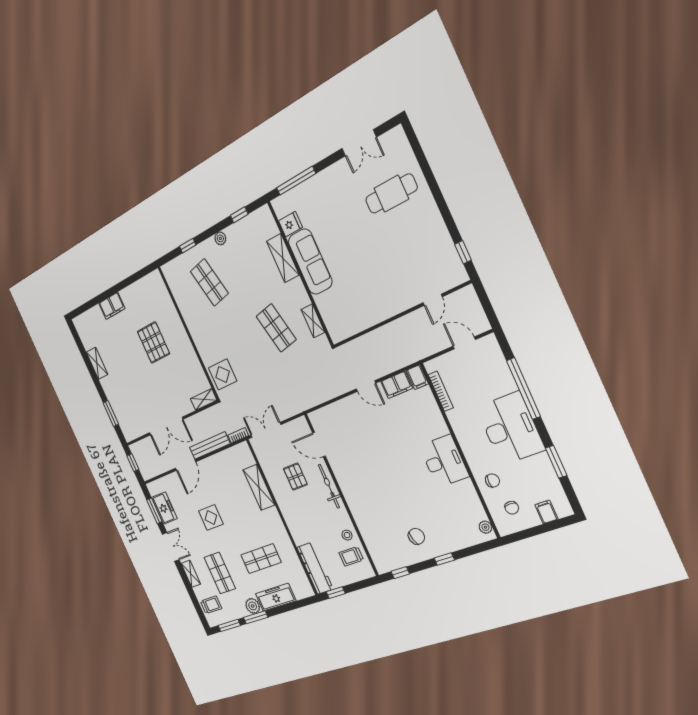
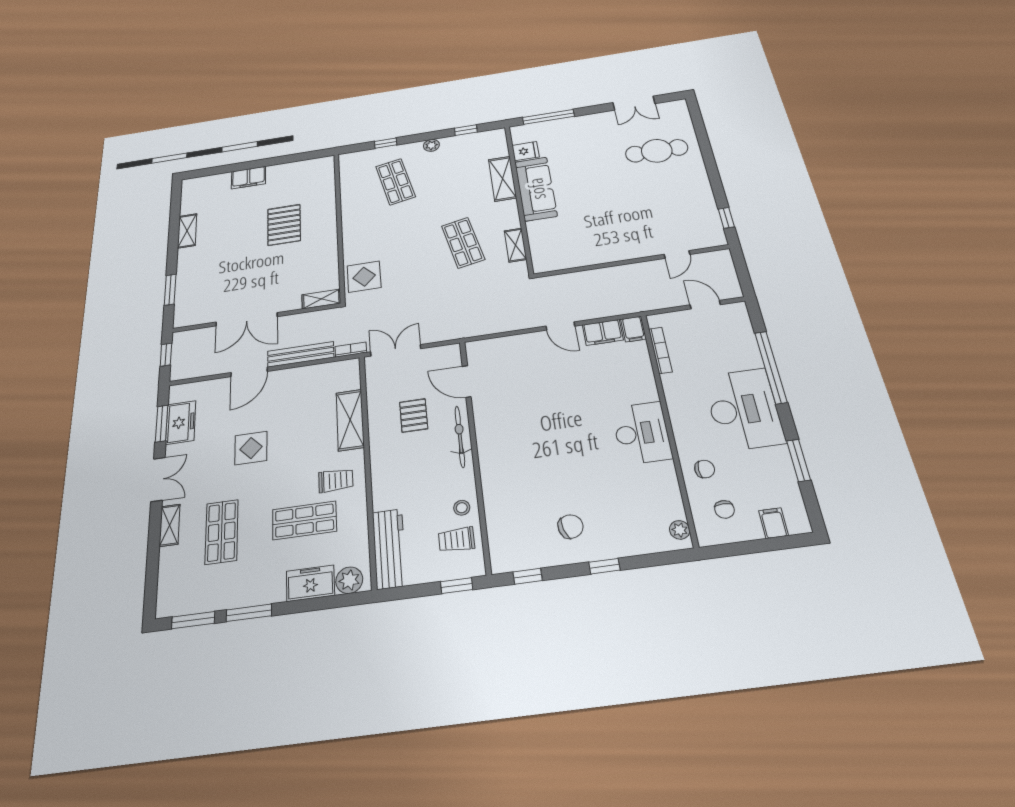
window: (336, 593) -> (457, 586), moved
freezer: (276, 597) -> (310, 583), width x0.71
trolley: (211, 605) -> (336, 480), moved
plant: (253, 606) -> (349, 580), moved

